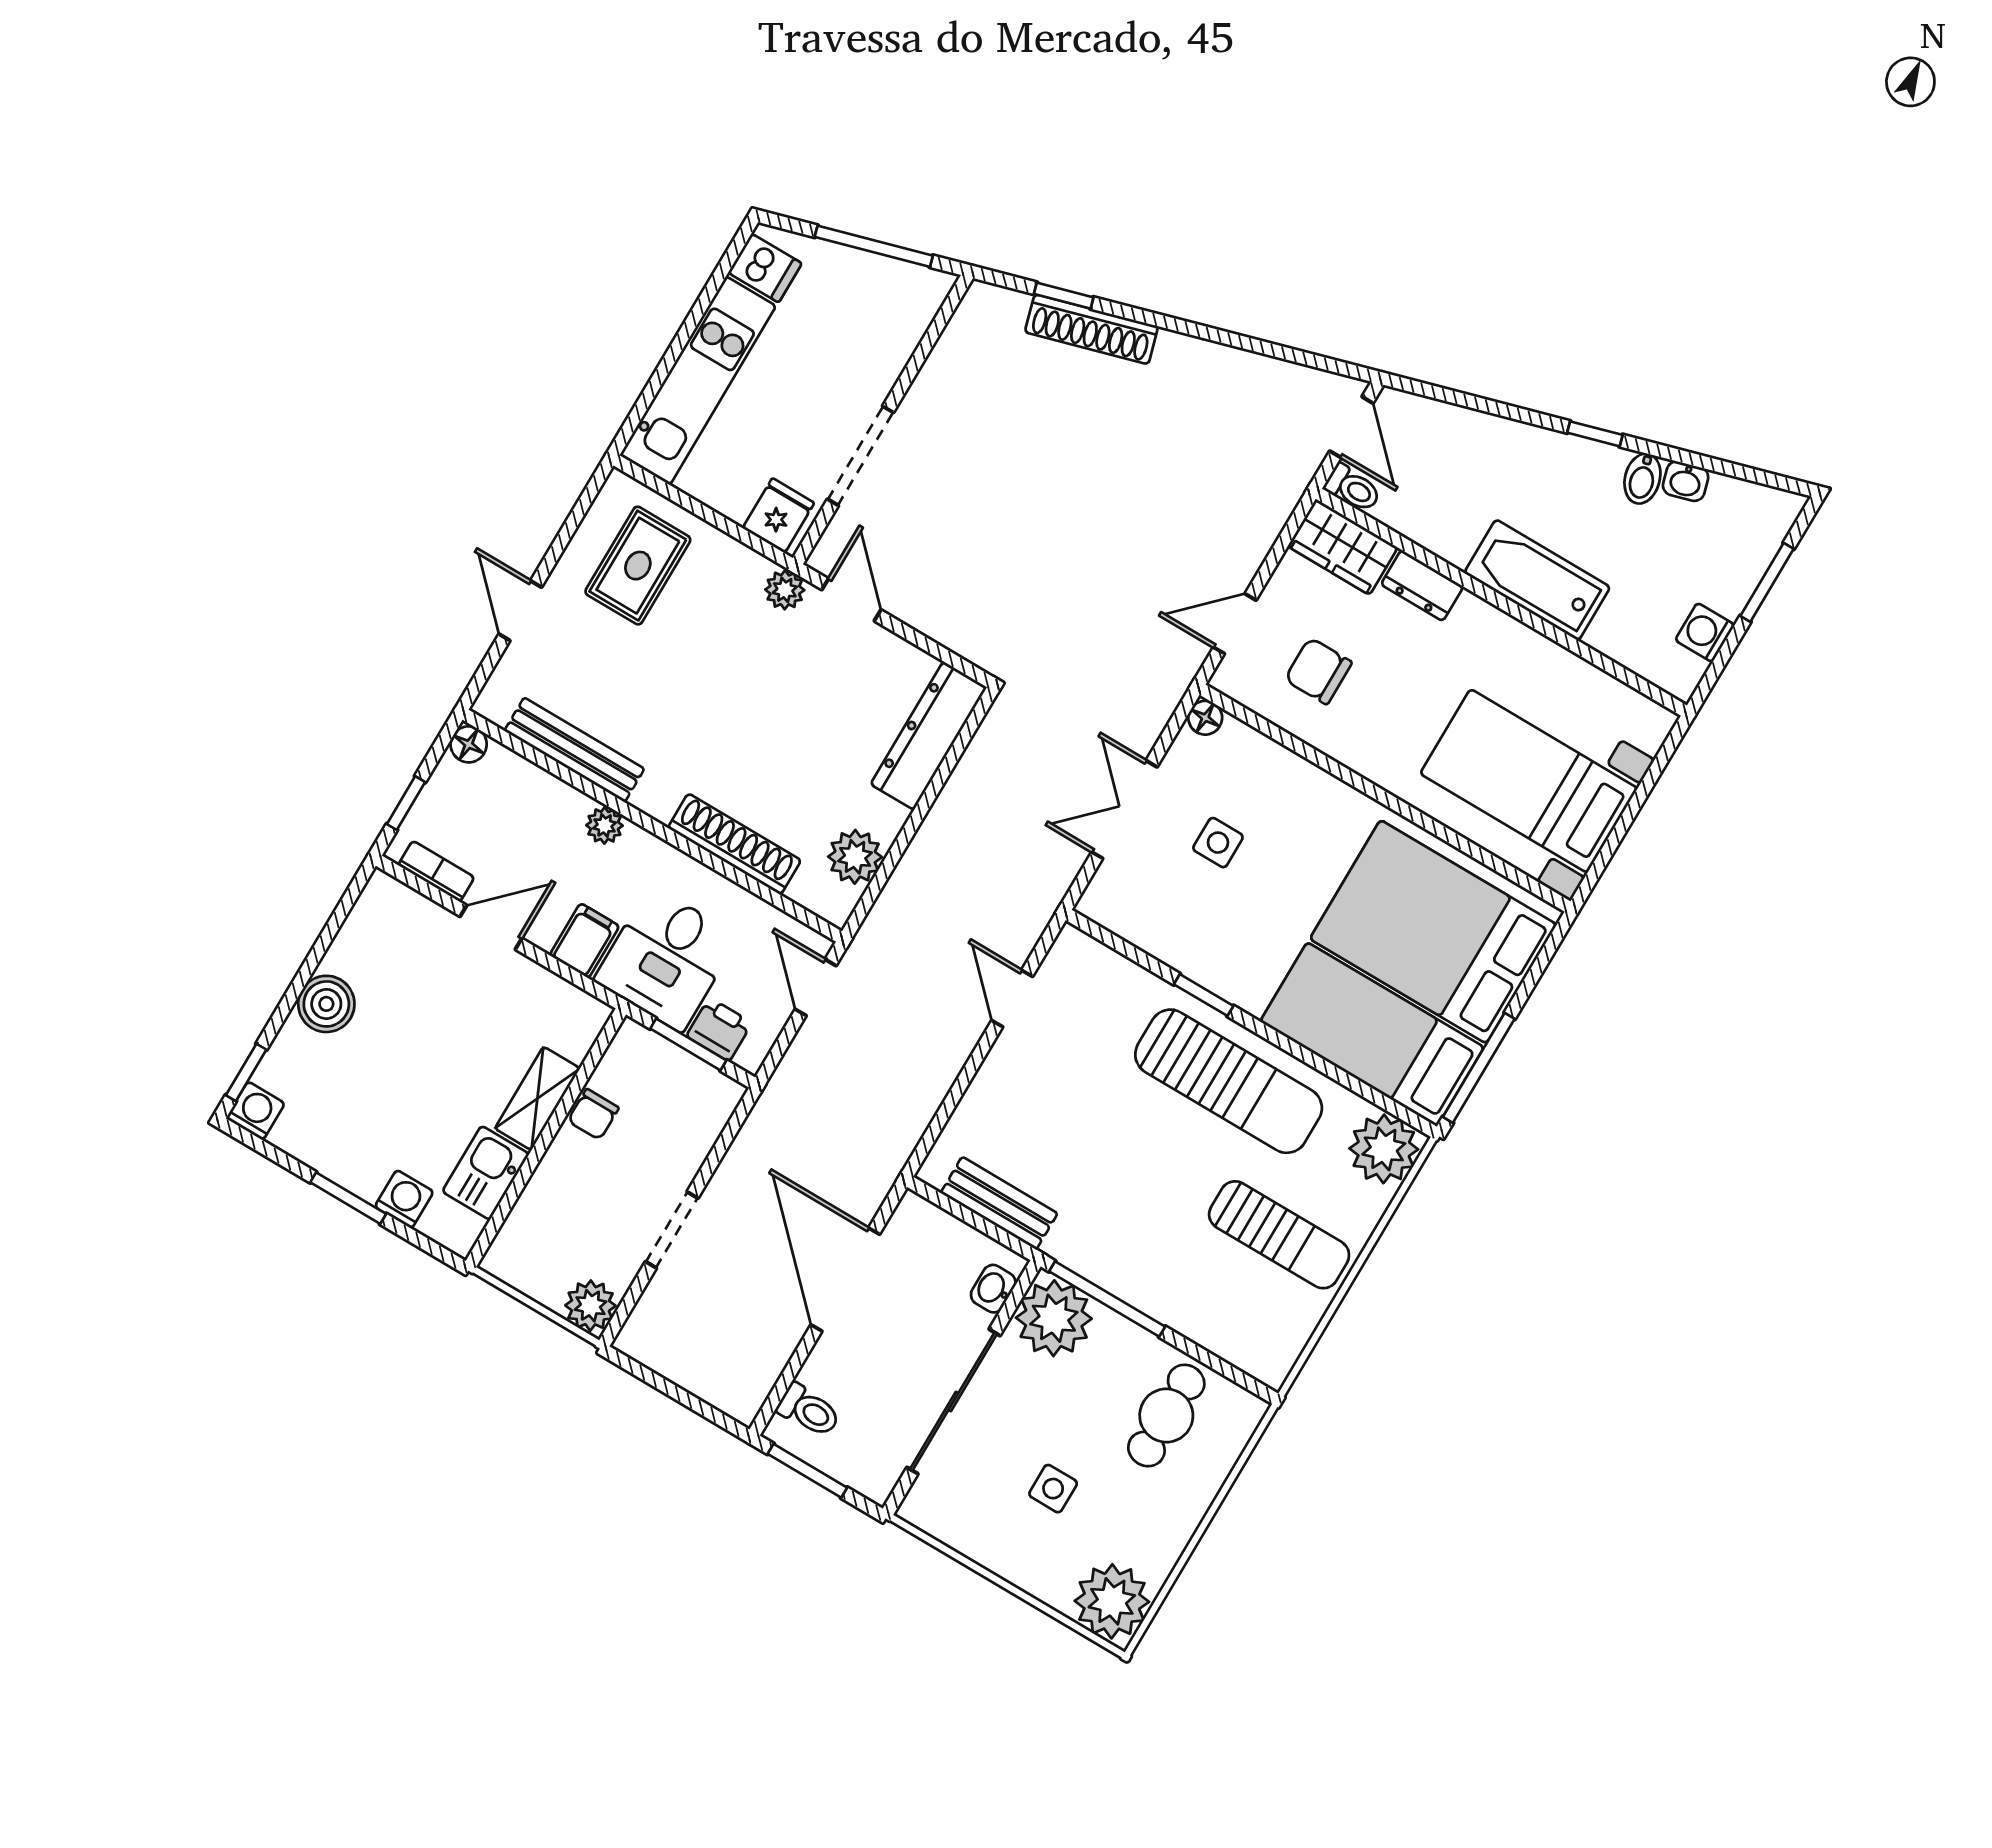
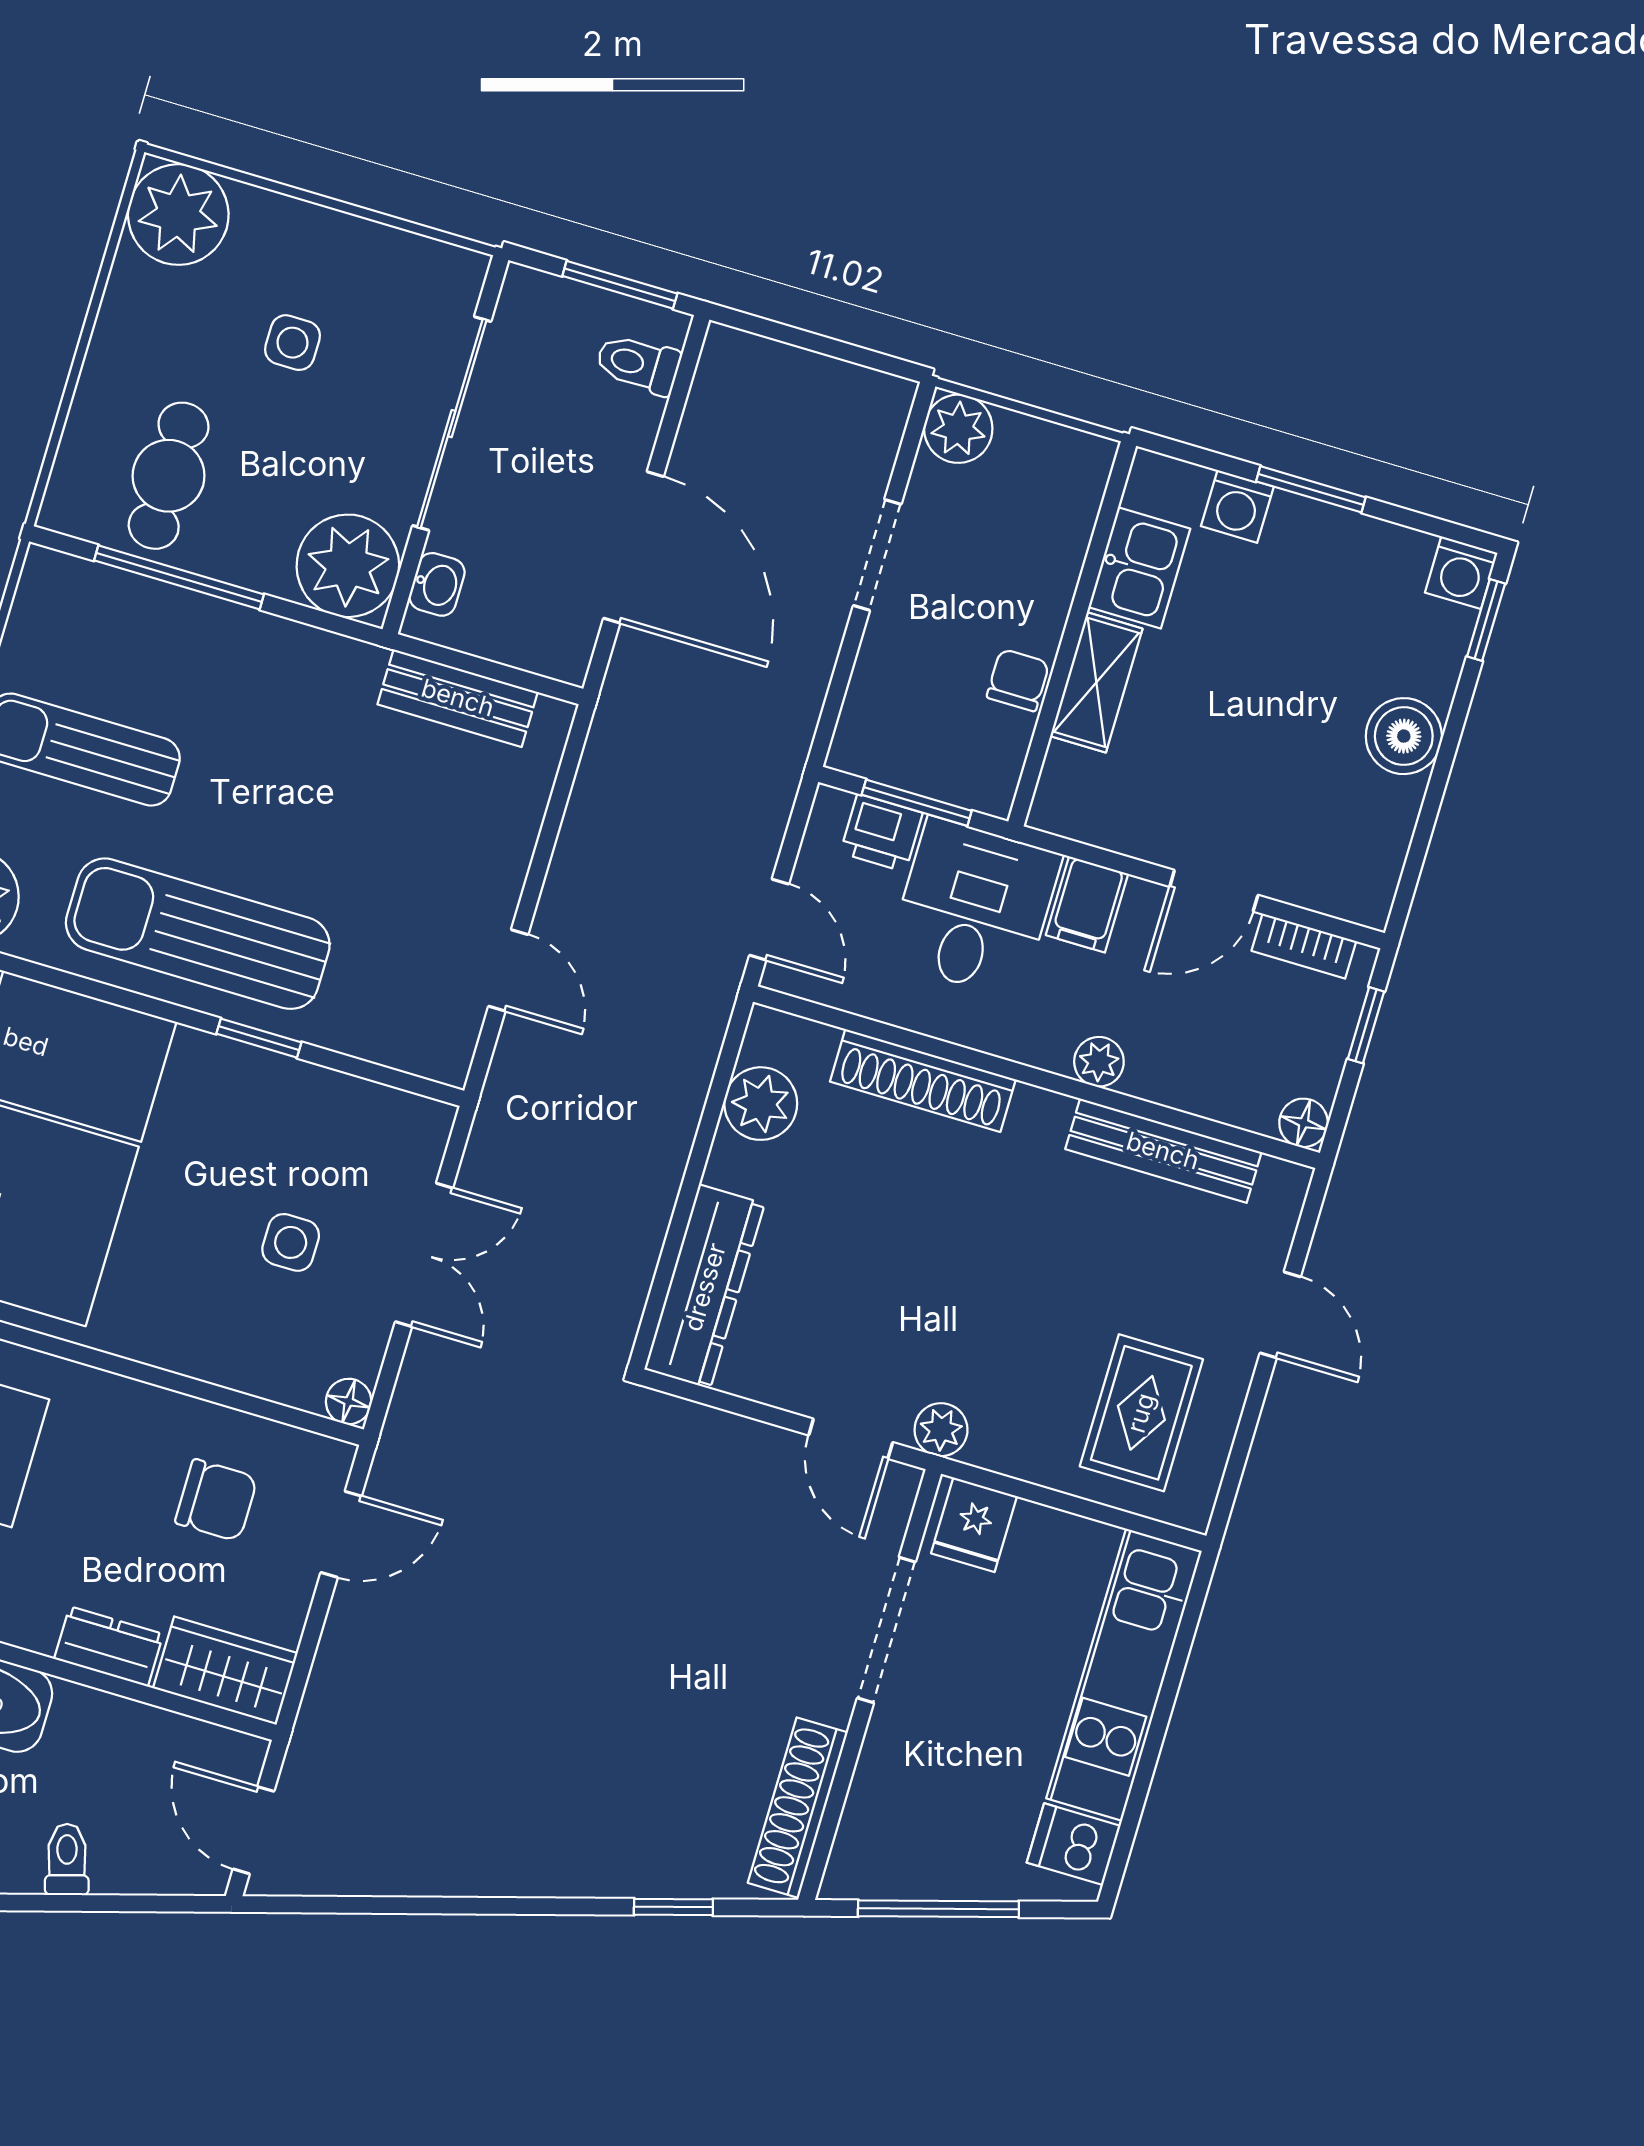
shoe rack: (1091, 329) -> (798, 1808), moved, turned -74
toilet: (1353, 488) -> (67, 1859), moved, turned 74
window: (1107, 1299) -> (179, 577), moved

